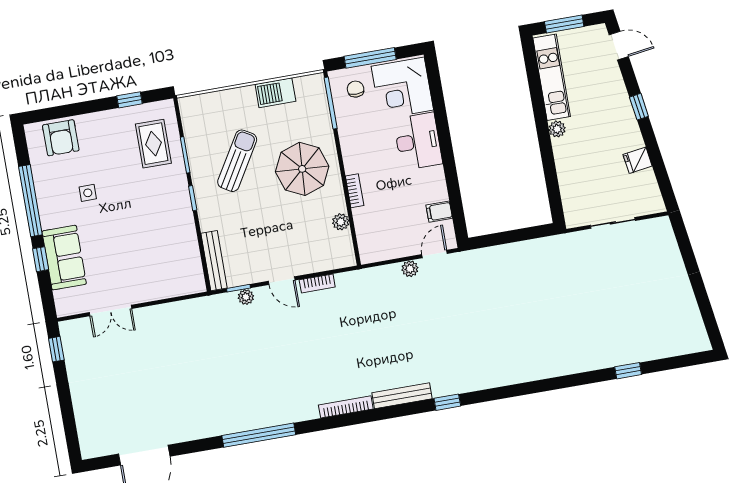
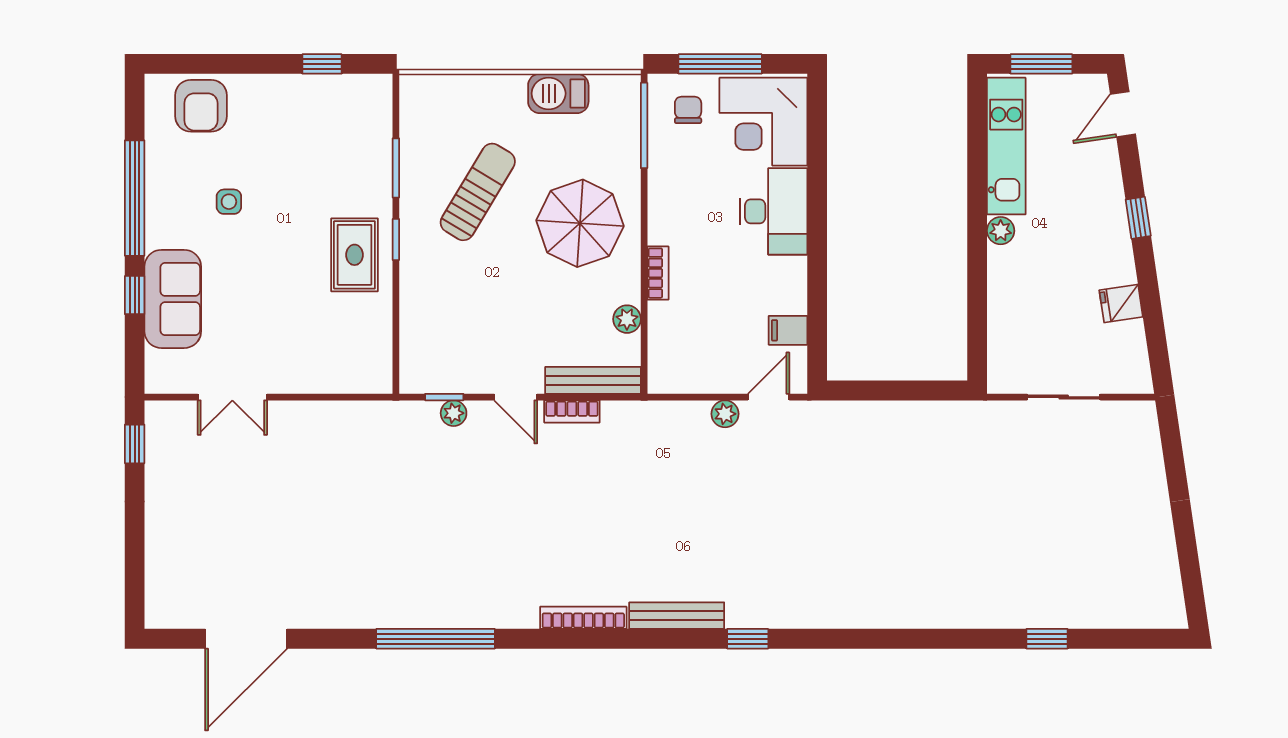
door: (619, 46) -> (1123, 114), swing flipped
rug: (153, 144) -> (354, 255), moved
bench: (214, 261) -> (593, 380), moved, turned 90

